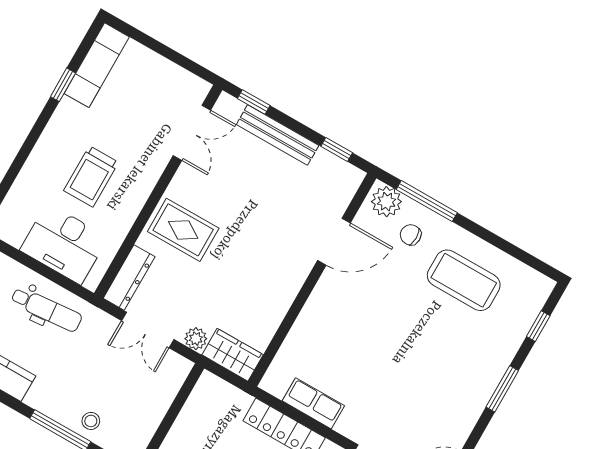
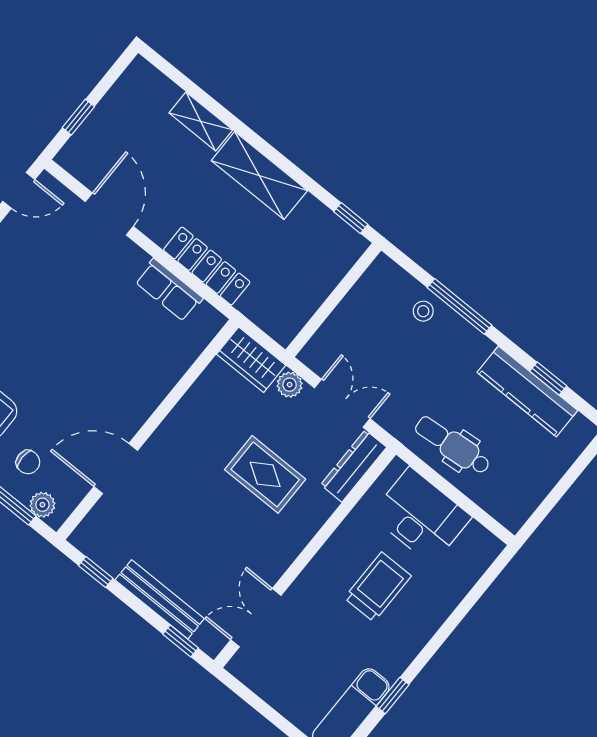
plant: (386, 202) -> (42, 505), width x0.73, depth x0.73
rug: (183, 230) -> (265, 474), moved

